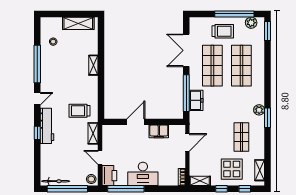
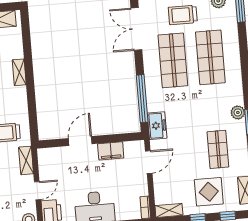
trolley: (223, 31) -> (183, 15), turned 180
double door: (186, 50) -> (136, 29), moved
freezer: (196, 100) -> (157, 126), moved
door: (100, 157) -> (38, 191), swing flipped

